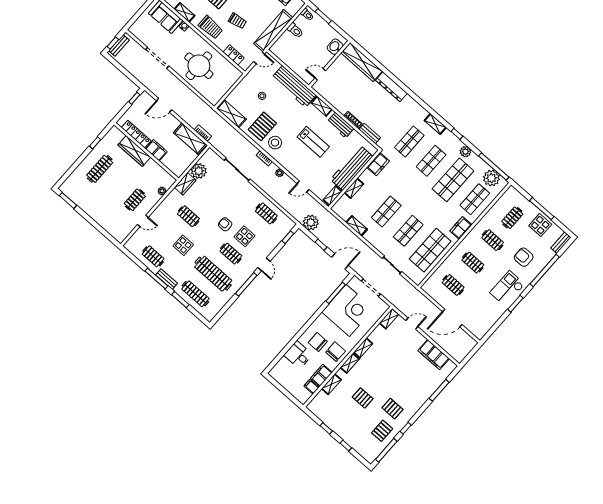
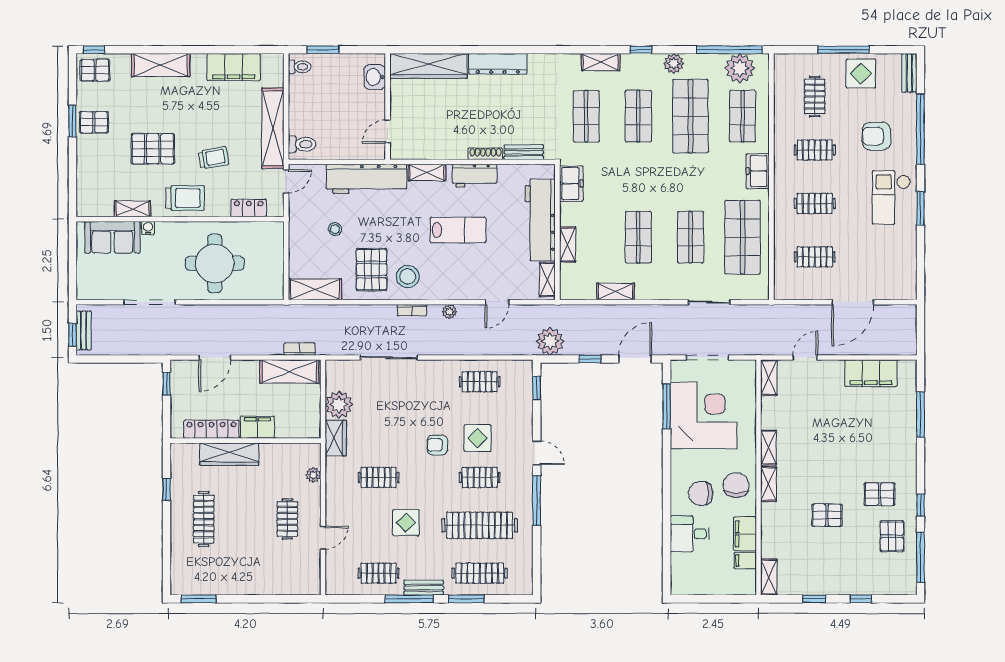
toilet: (295, 30) -> (302, 144), moved
shelving: (331, 384) -> (769, 577), moved

